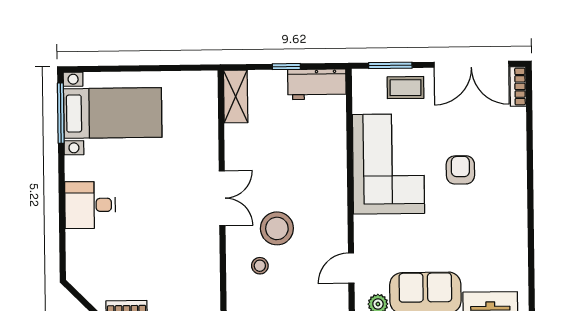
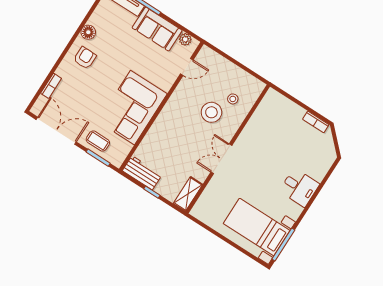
bookcase: (518, 86) -> (51, 86), moved
armchair: (460, 170) -> (85, 58), moved, turned 180
double door: (222, 198) -> (221, 159), moved
floor lamp: (516, 227) -> (88, 32), added

